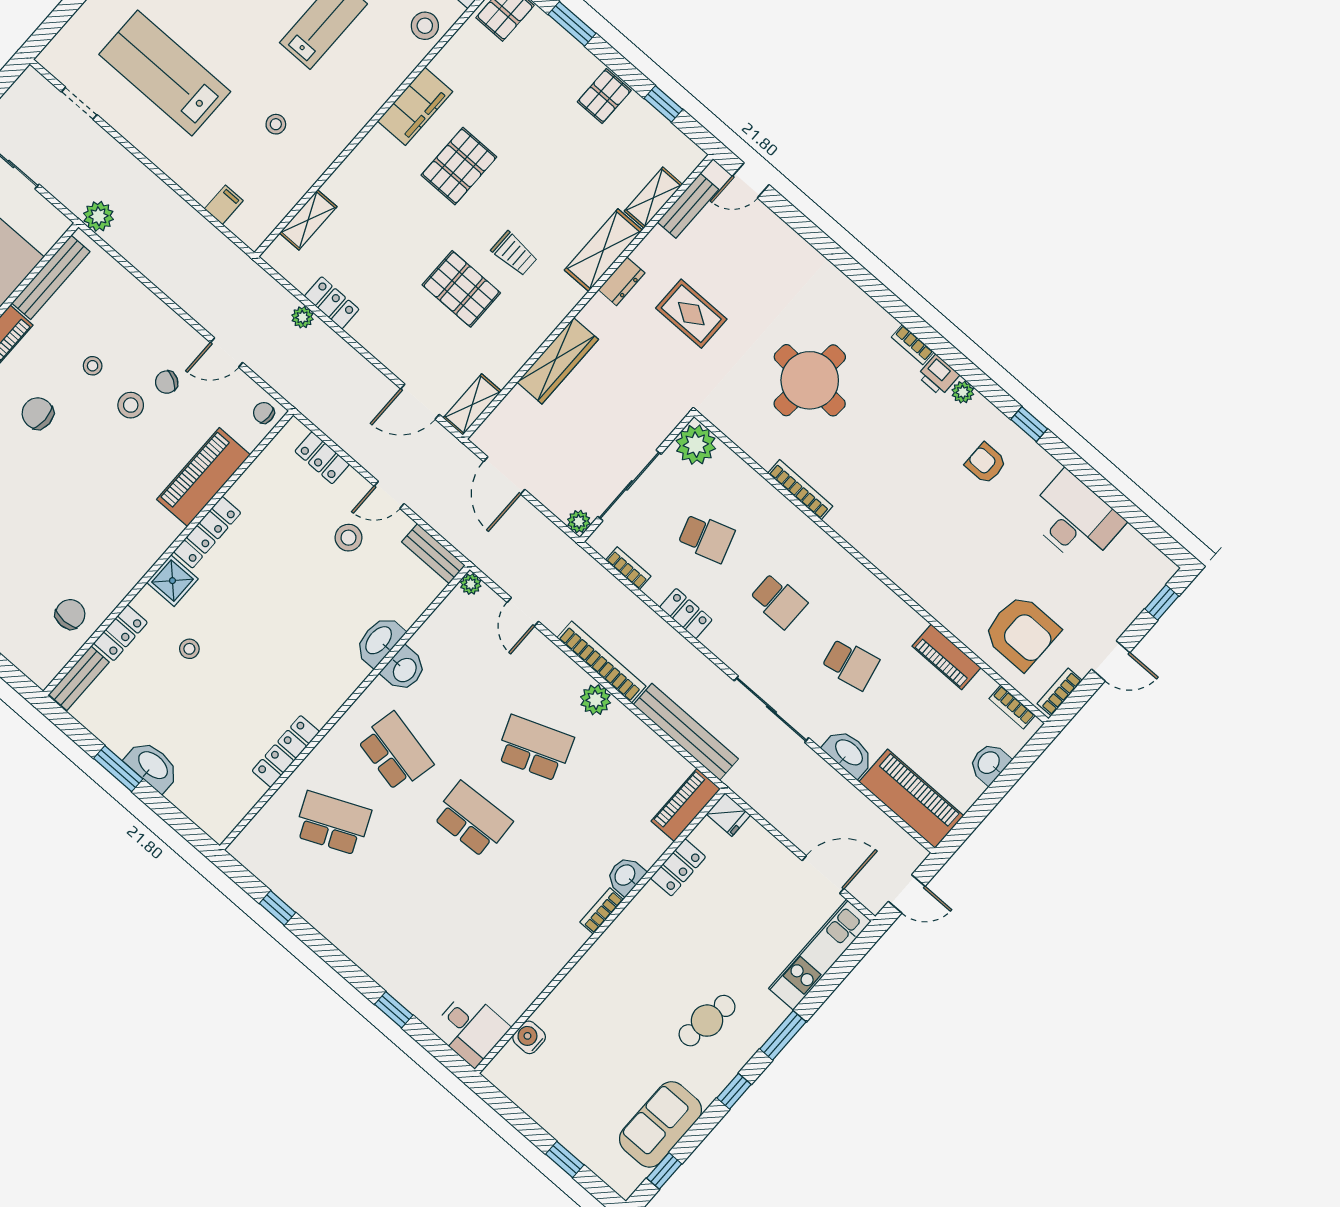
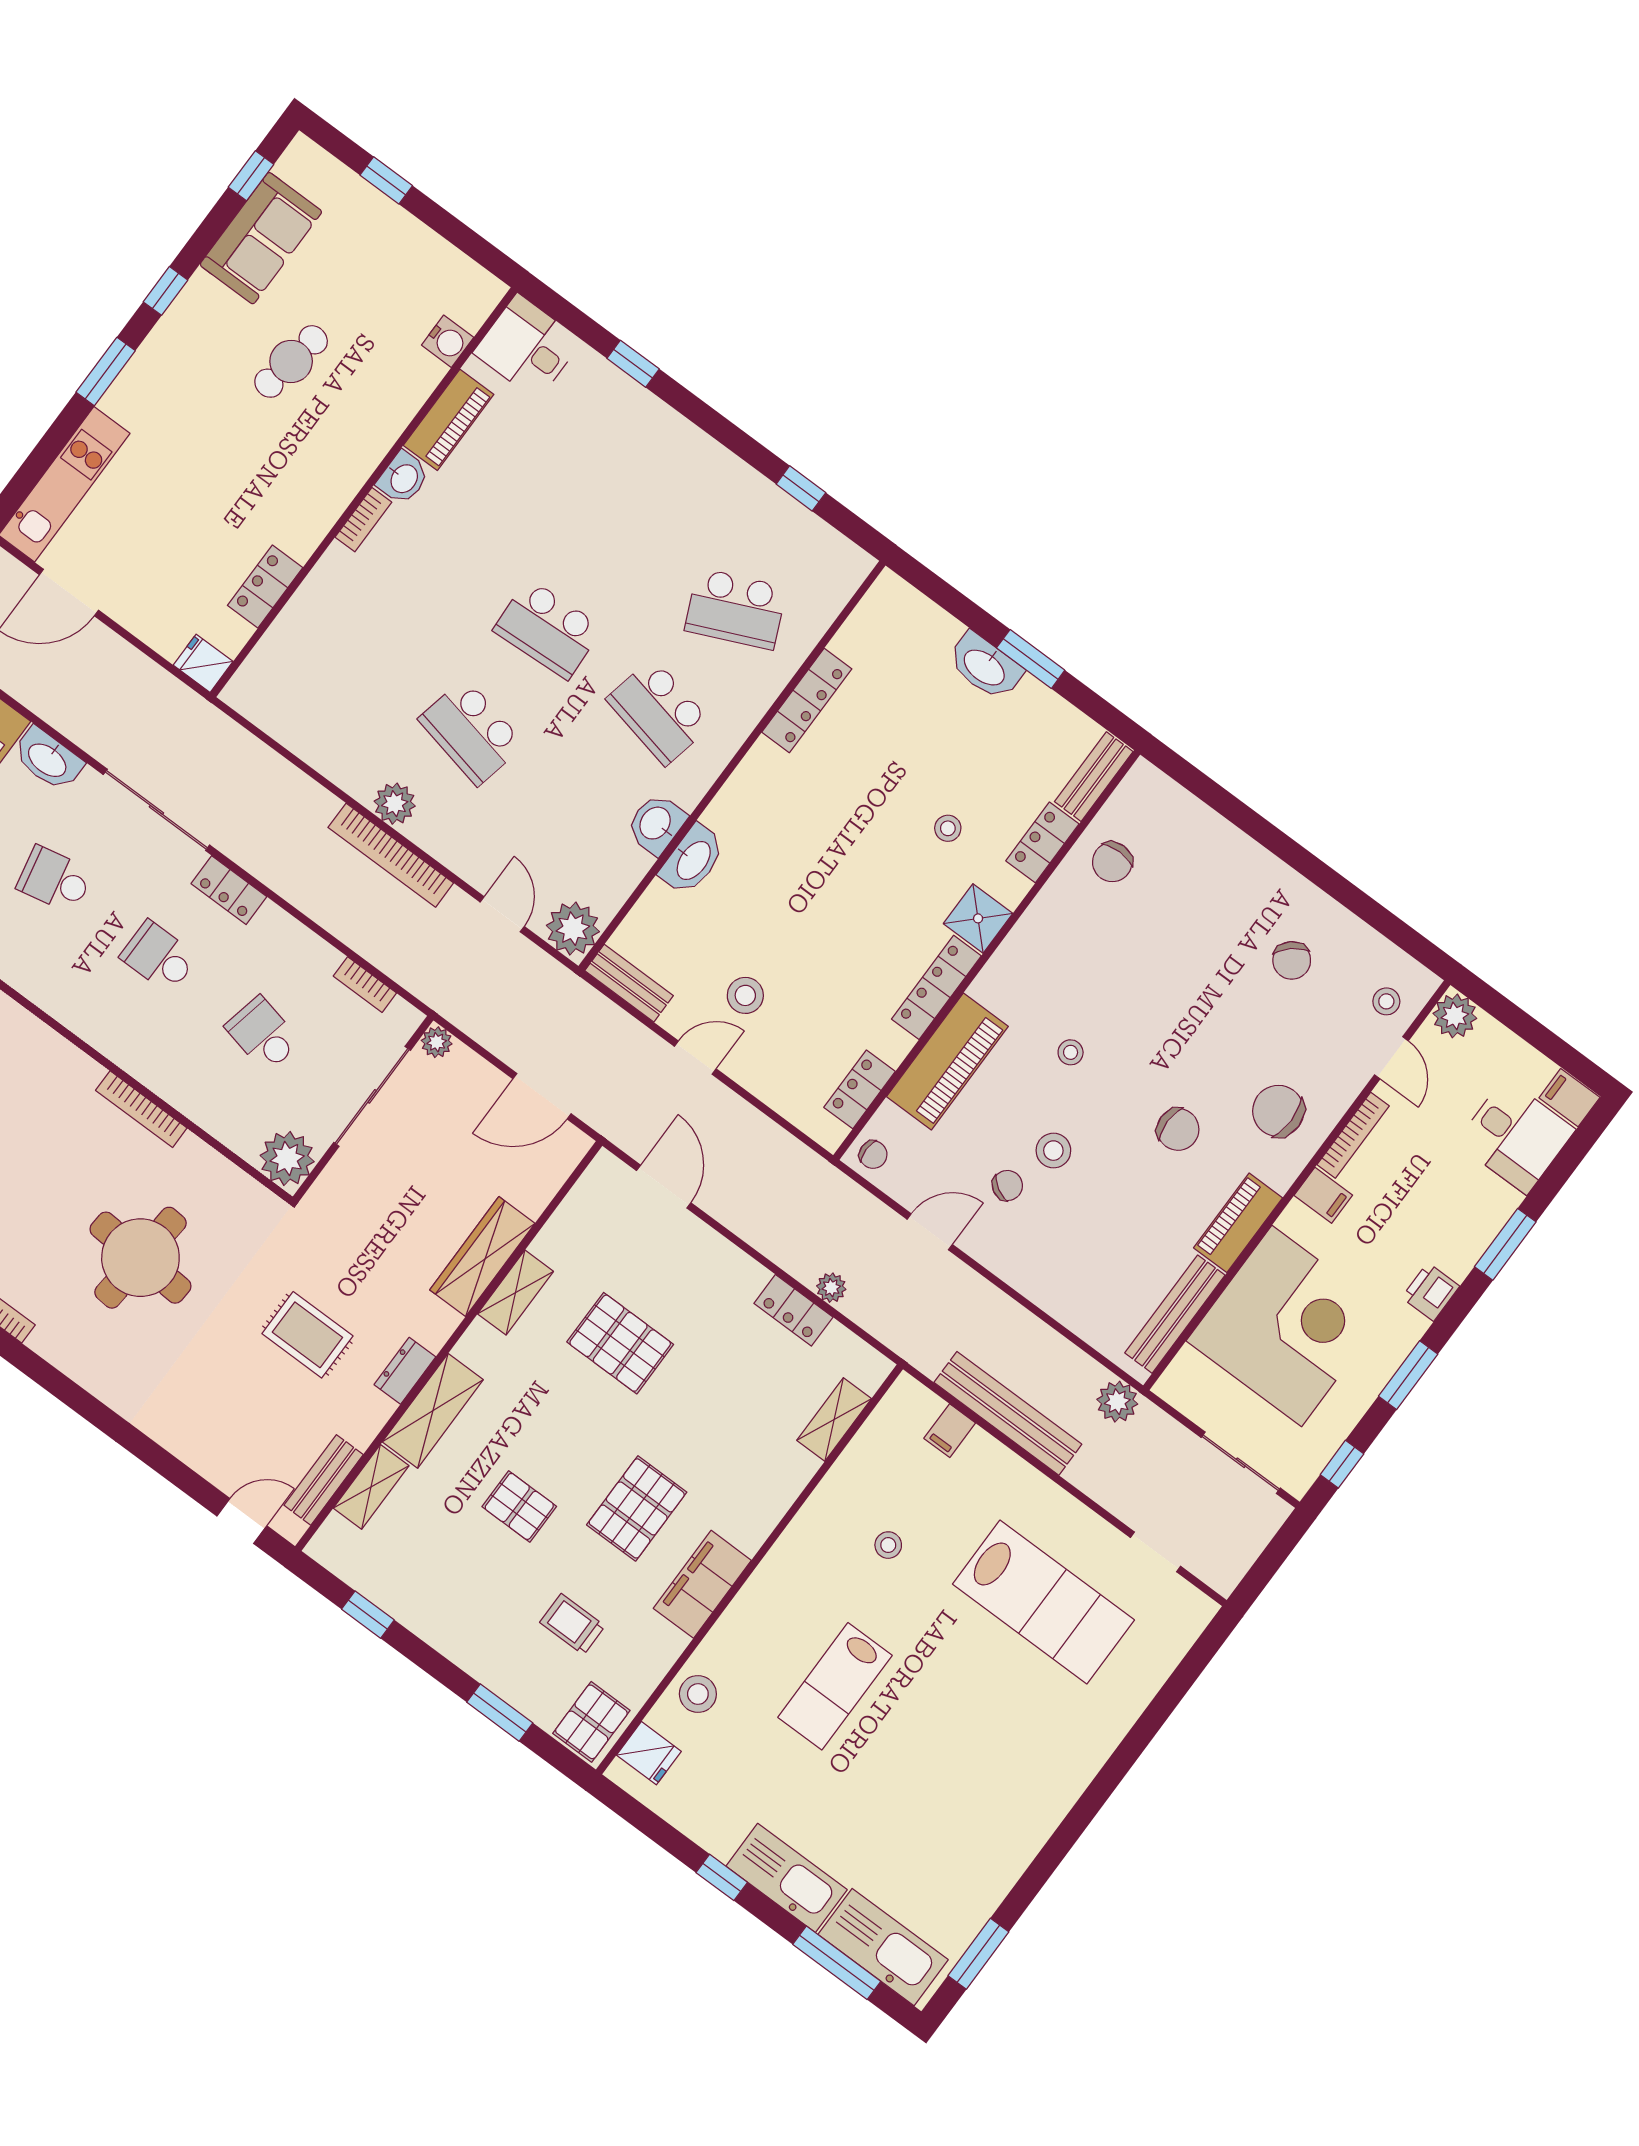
pallet: (604, 96) -> (519, 1506), moved, turned 90
trolley: (514, 254) -> (572, 1624), moved
stool: (93, 366) -> (1071, 1052), moved
door: (420, 402) -> (664, 1187), hinge flipped
shelving: (472, 405) -> (515, 1293), moved
locker: (322, 458) -> (860, 1089), moved, turned -90
door: (504, 475) -> (542, 1096), swing flipped
school desk: (706, 538) -> (263, 1034), turned 30
plant: (471, 584) -> (573, 929), width x1.88, depth x1.88
locker: (686, 614) -> (229, 890), moved
bench: (686, 732) -> (1008, 1413), moved
school desk: (535, 748) -> (471, 732), turned 33
piano: (686, 805) -> (449, 420), moved
washbasin: (626, 876) -> (403, 478), moved
cafe table: (707, 1021) -> (291, 361), moved

